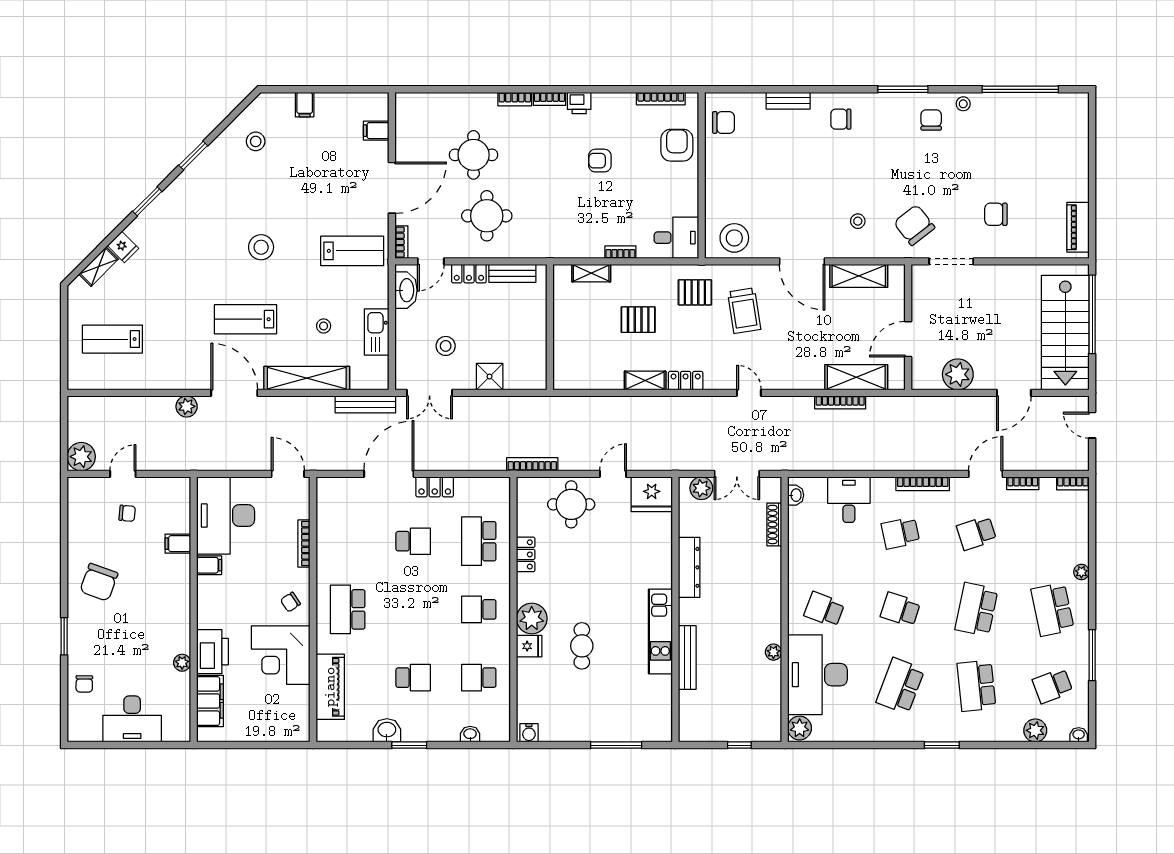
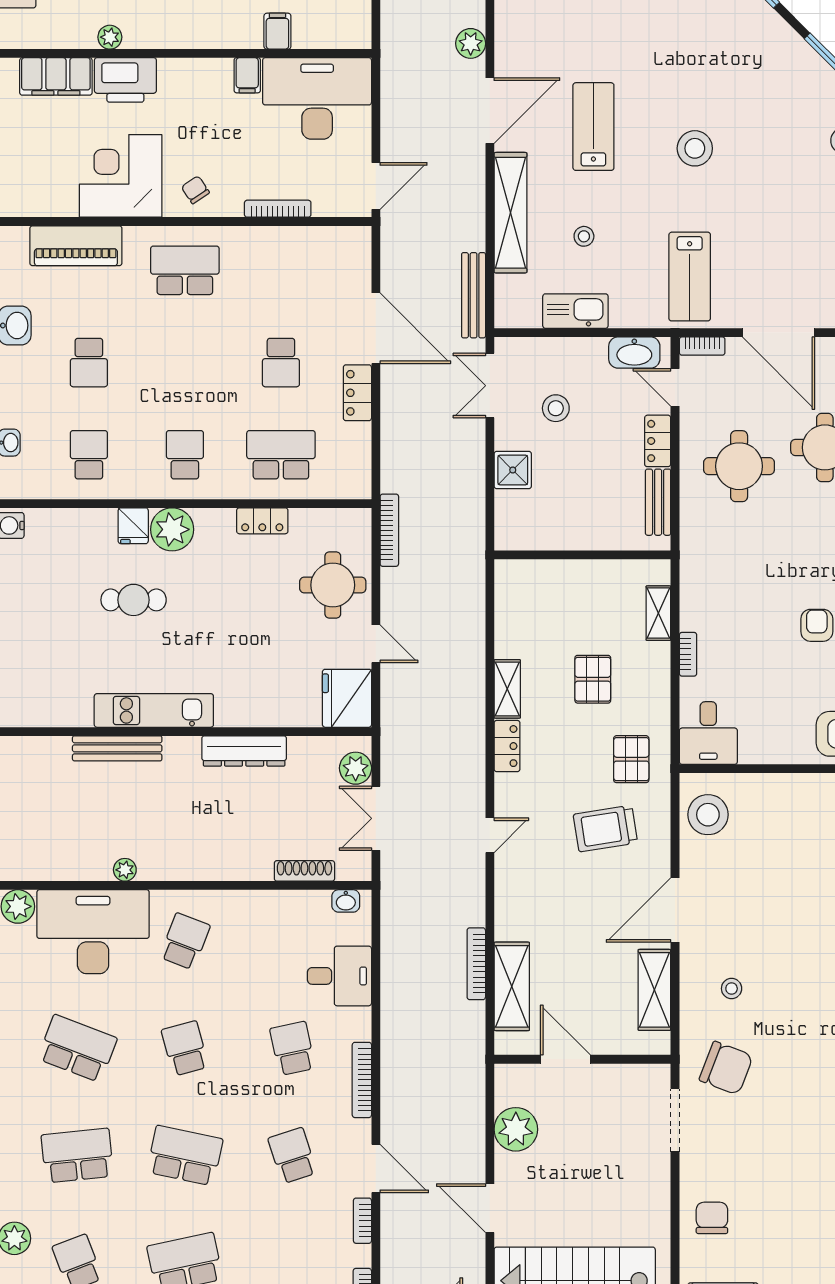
chair: (996, 214) -> (712, 1218), moved
chair: (914, 225) -> (726, 1068), turned 59
school desk: (900, 609) -> (185, 1048), turned -33

